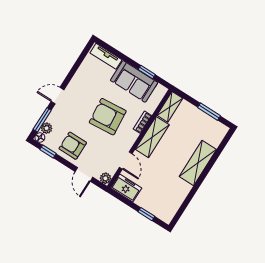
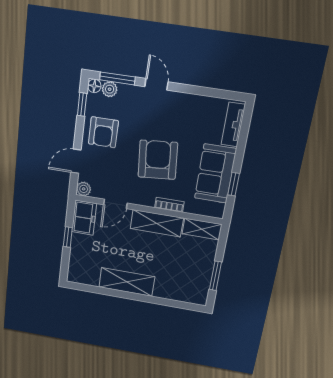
armchair: (73, 146) -> (103, 132), turned 180
shelving: (198, 163) -> (127, 282), moved
window: (146, 214) -> (68, 237), moved

